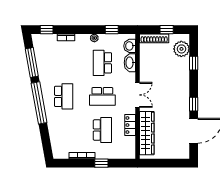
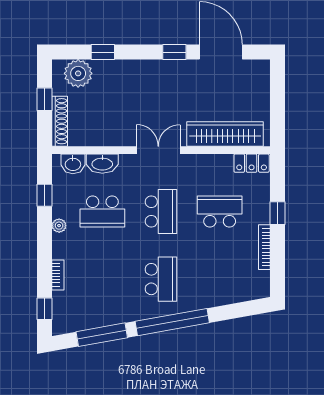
school desk: (64, 96) -> (161, 279), turned 90
locker: (130, 125) -> (252, 163), moved

